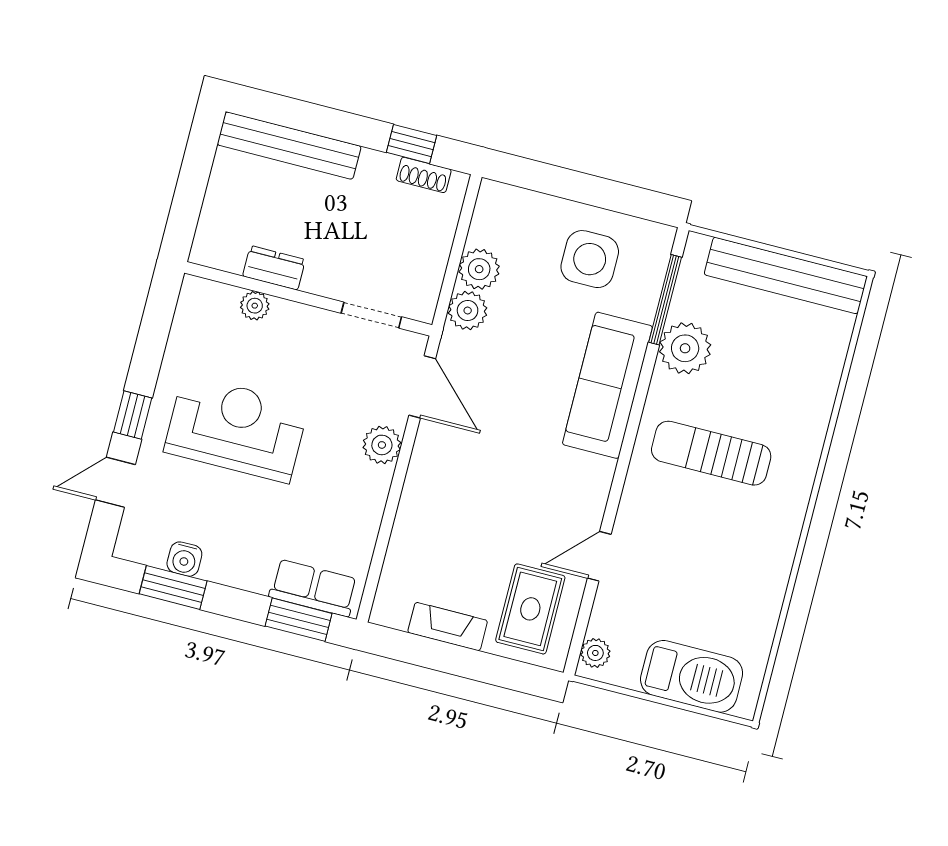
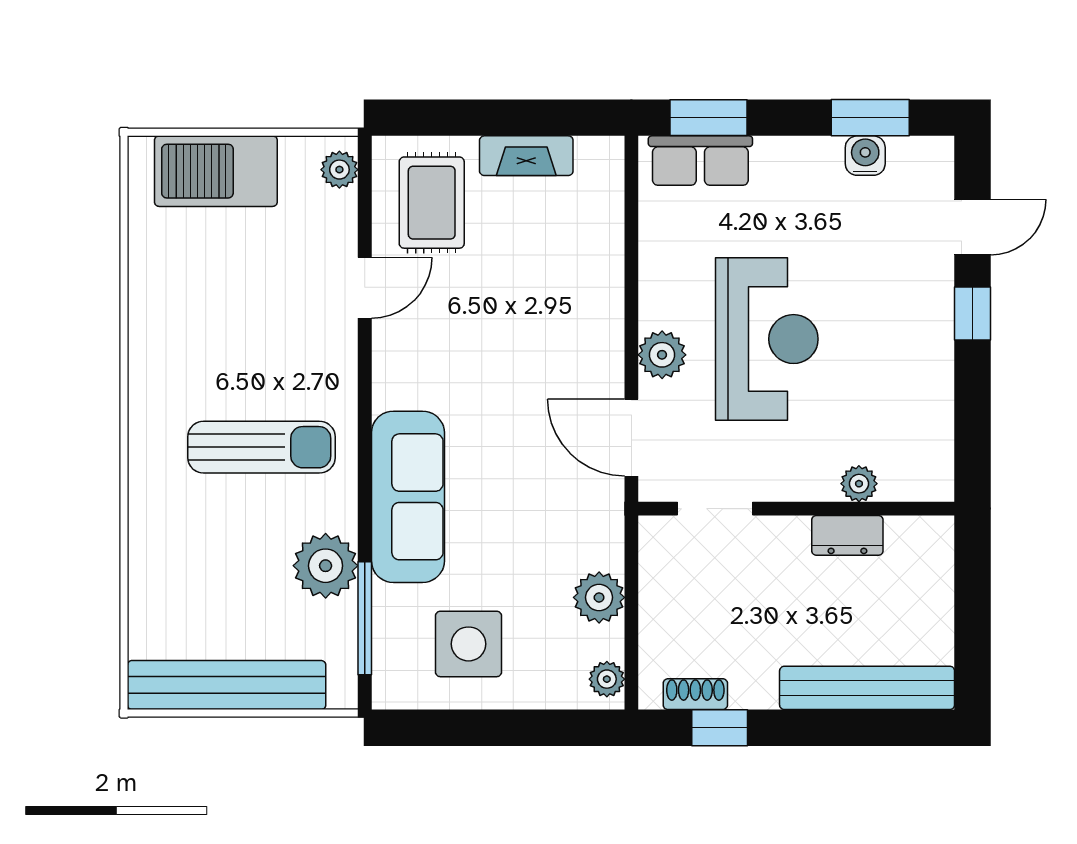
plant: (468, 311) -> (607, 679), moved, width x0.73, depth x0.73
reception desk: (236, 429) -> (767, 339), moved, turned -90

